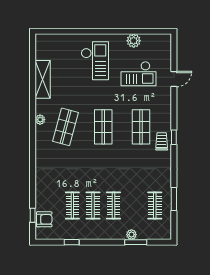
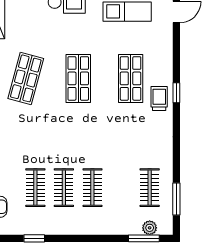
window: (174, 199) -> (176, 199), moved
plant: (131, 235) -> (150, 228), moved
window: (136, 242) -> (144, 238), moved

